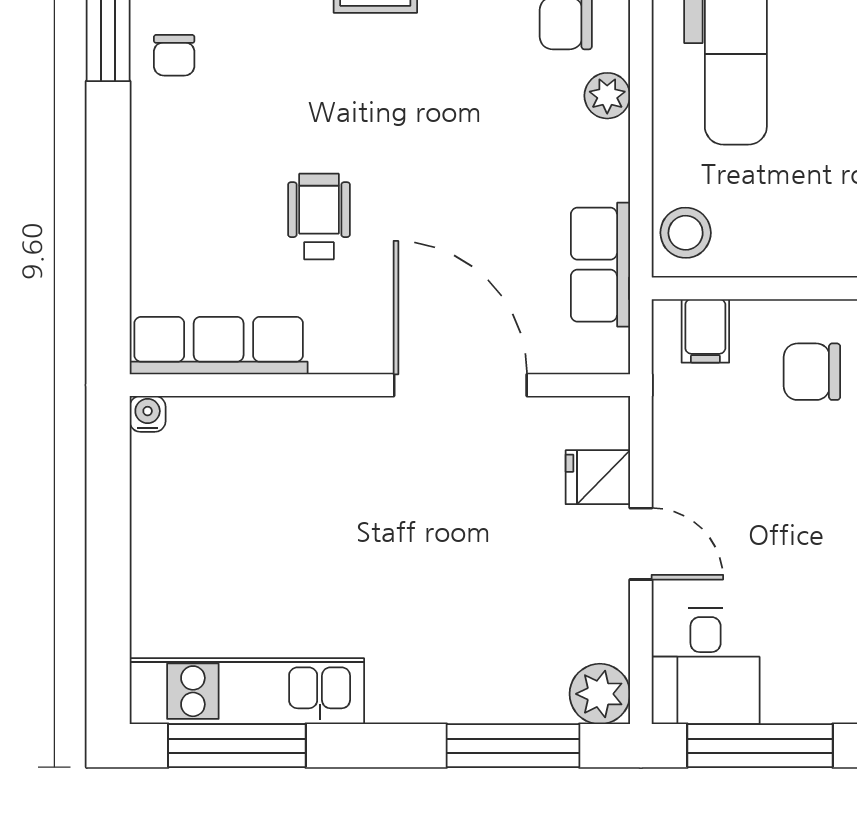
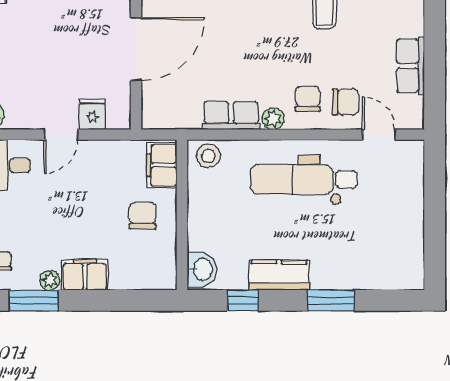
row of seats: (600, 265) -> (231, 115), moved
filing cabinet: (705, 331) -> (162, 165), width x2.00

